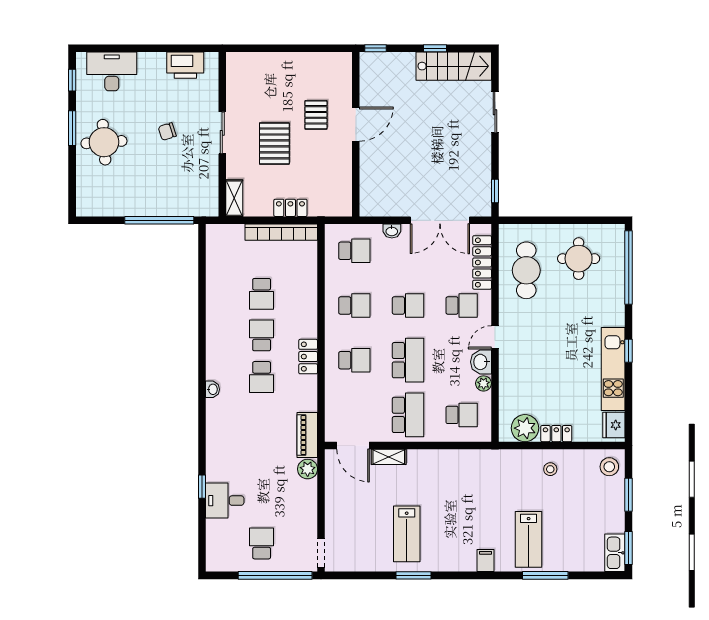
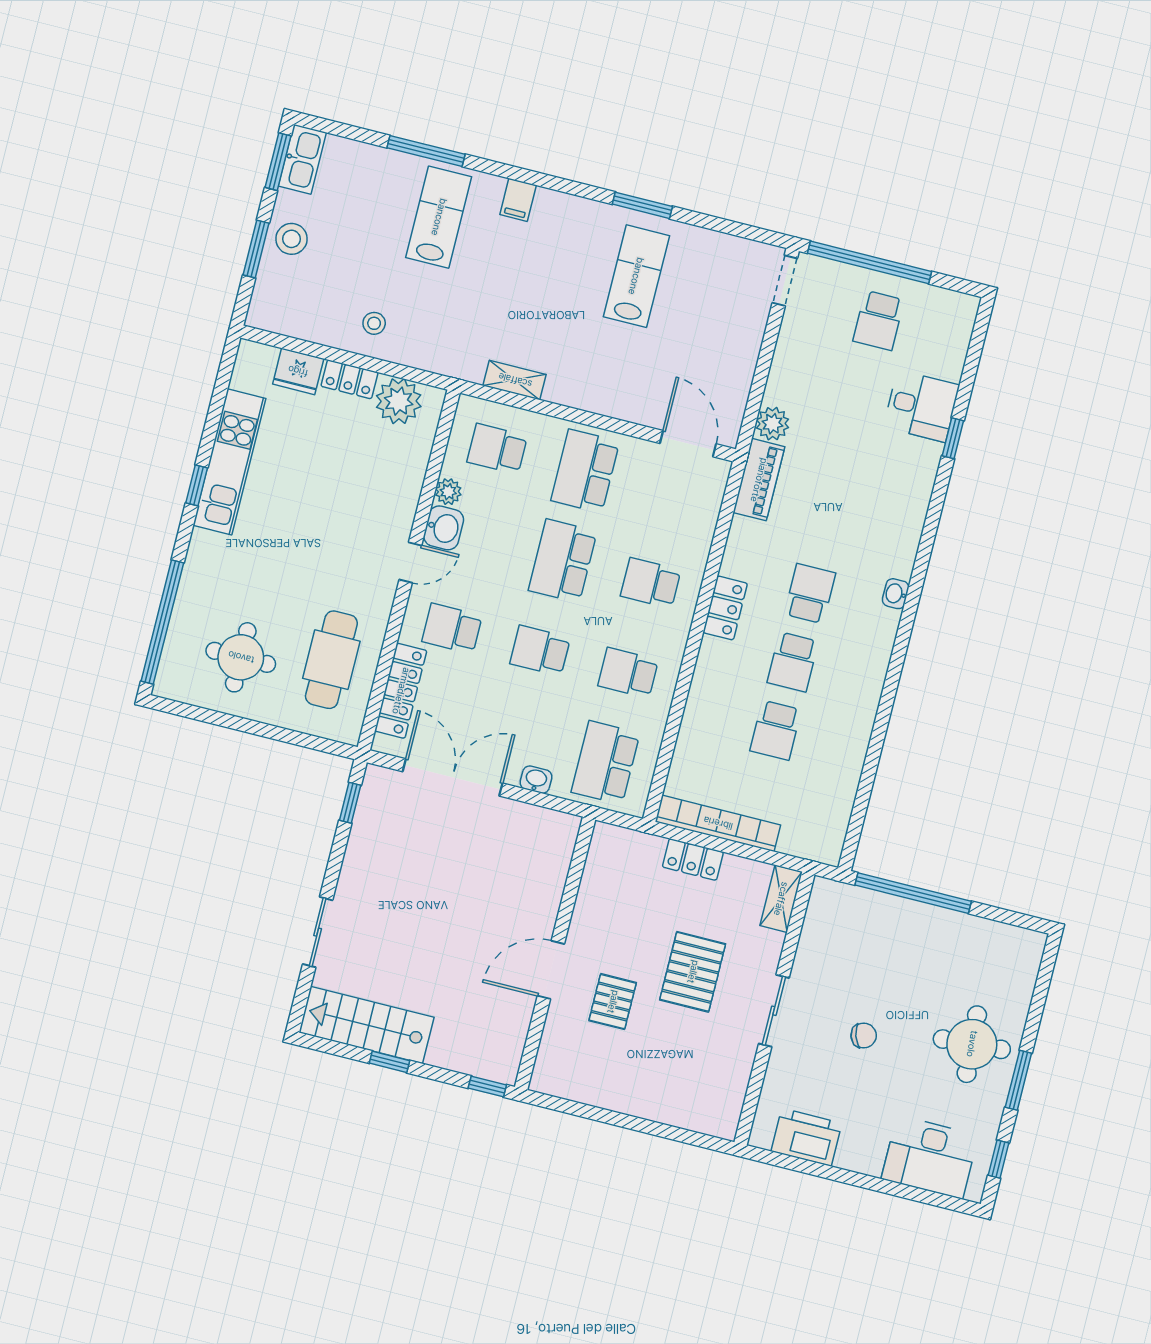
school desk: (354, 251) -> (606, 763), width x1.85
school desk: (262, 294) -> (776, 730), turned 180
fridge: (614, 425) -> (298, 371), moved, turned 90
shelving: (389, 457) -> (515, 380), moved
stool: (609, 467) -> (291, 239), moved

